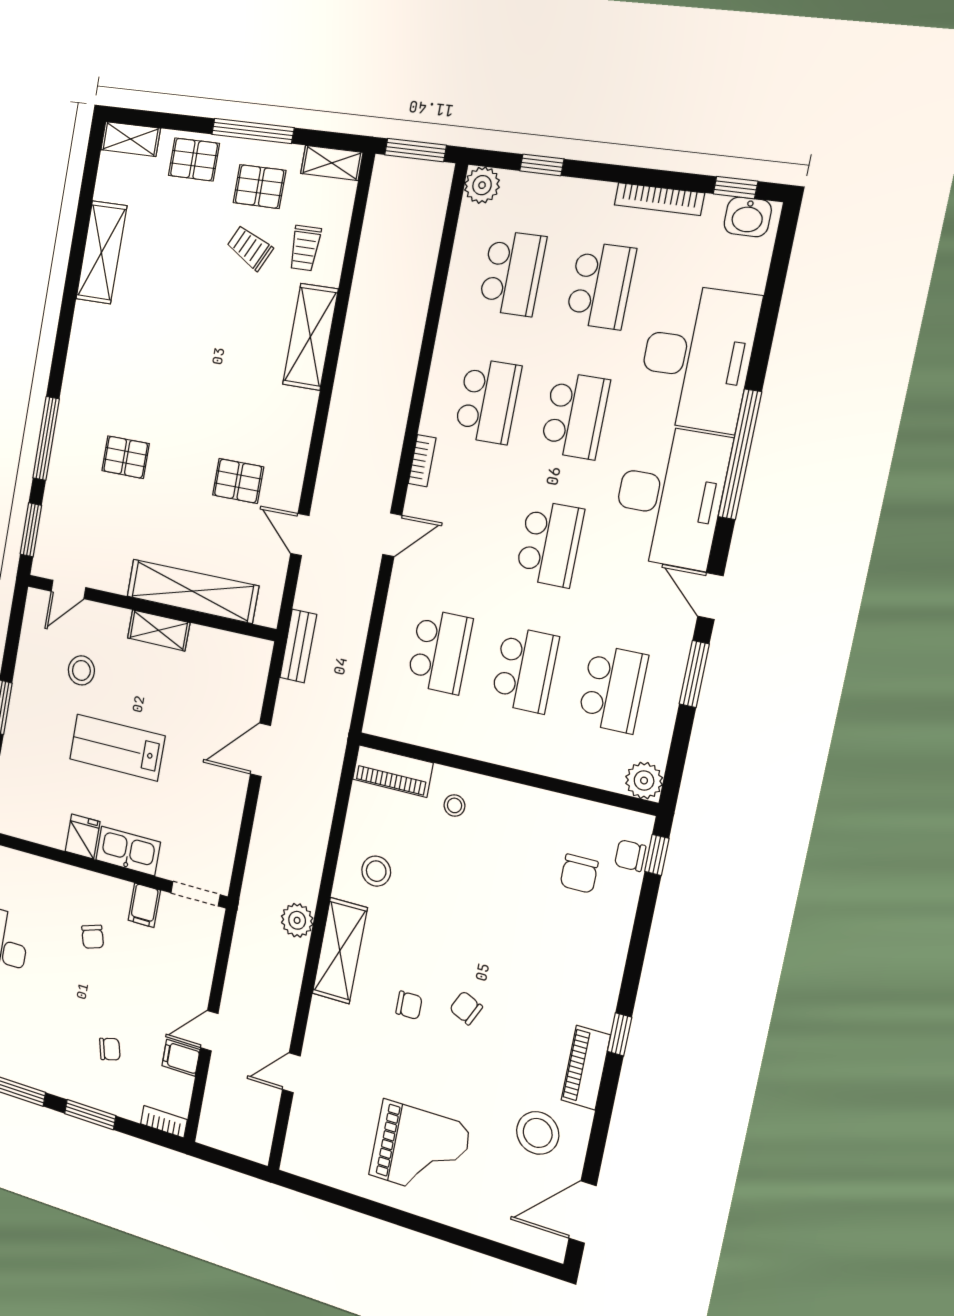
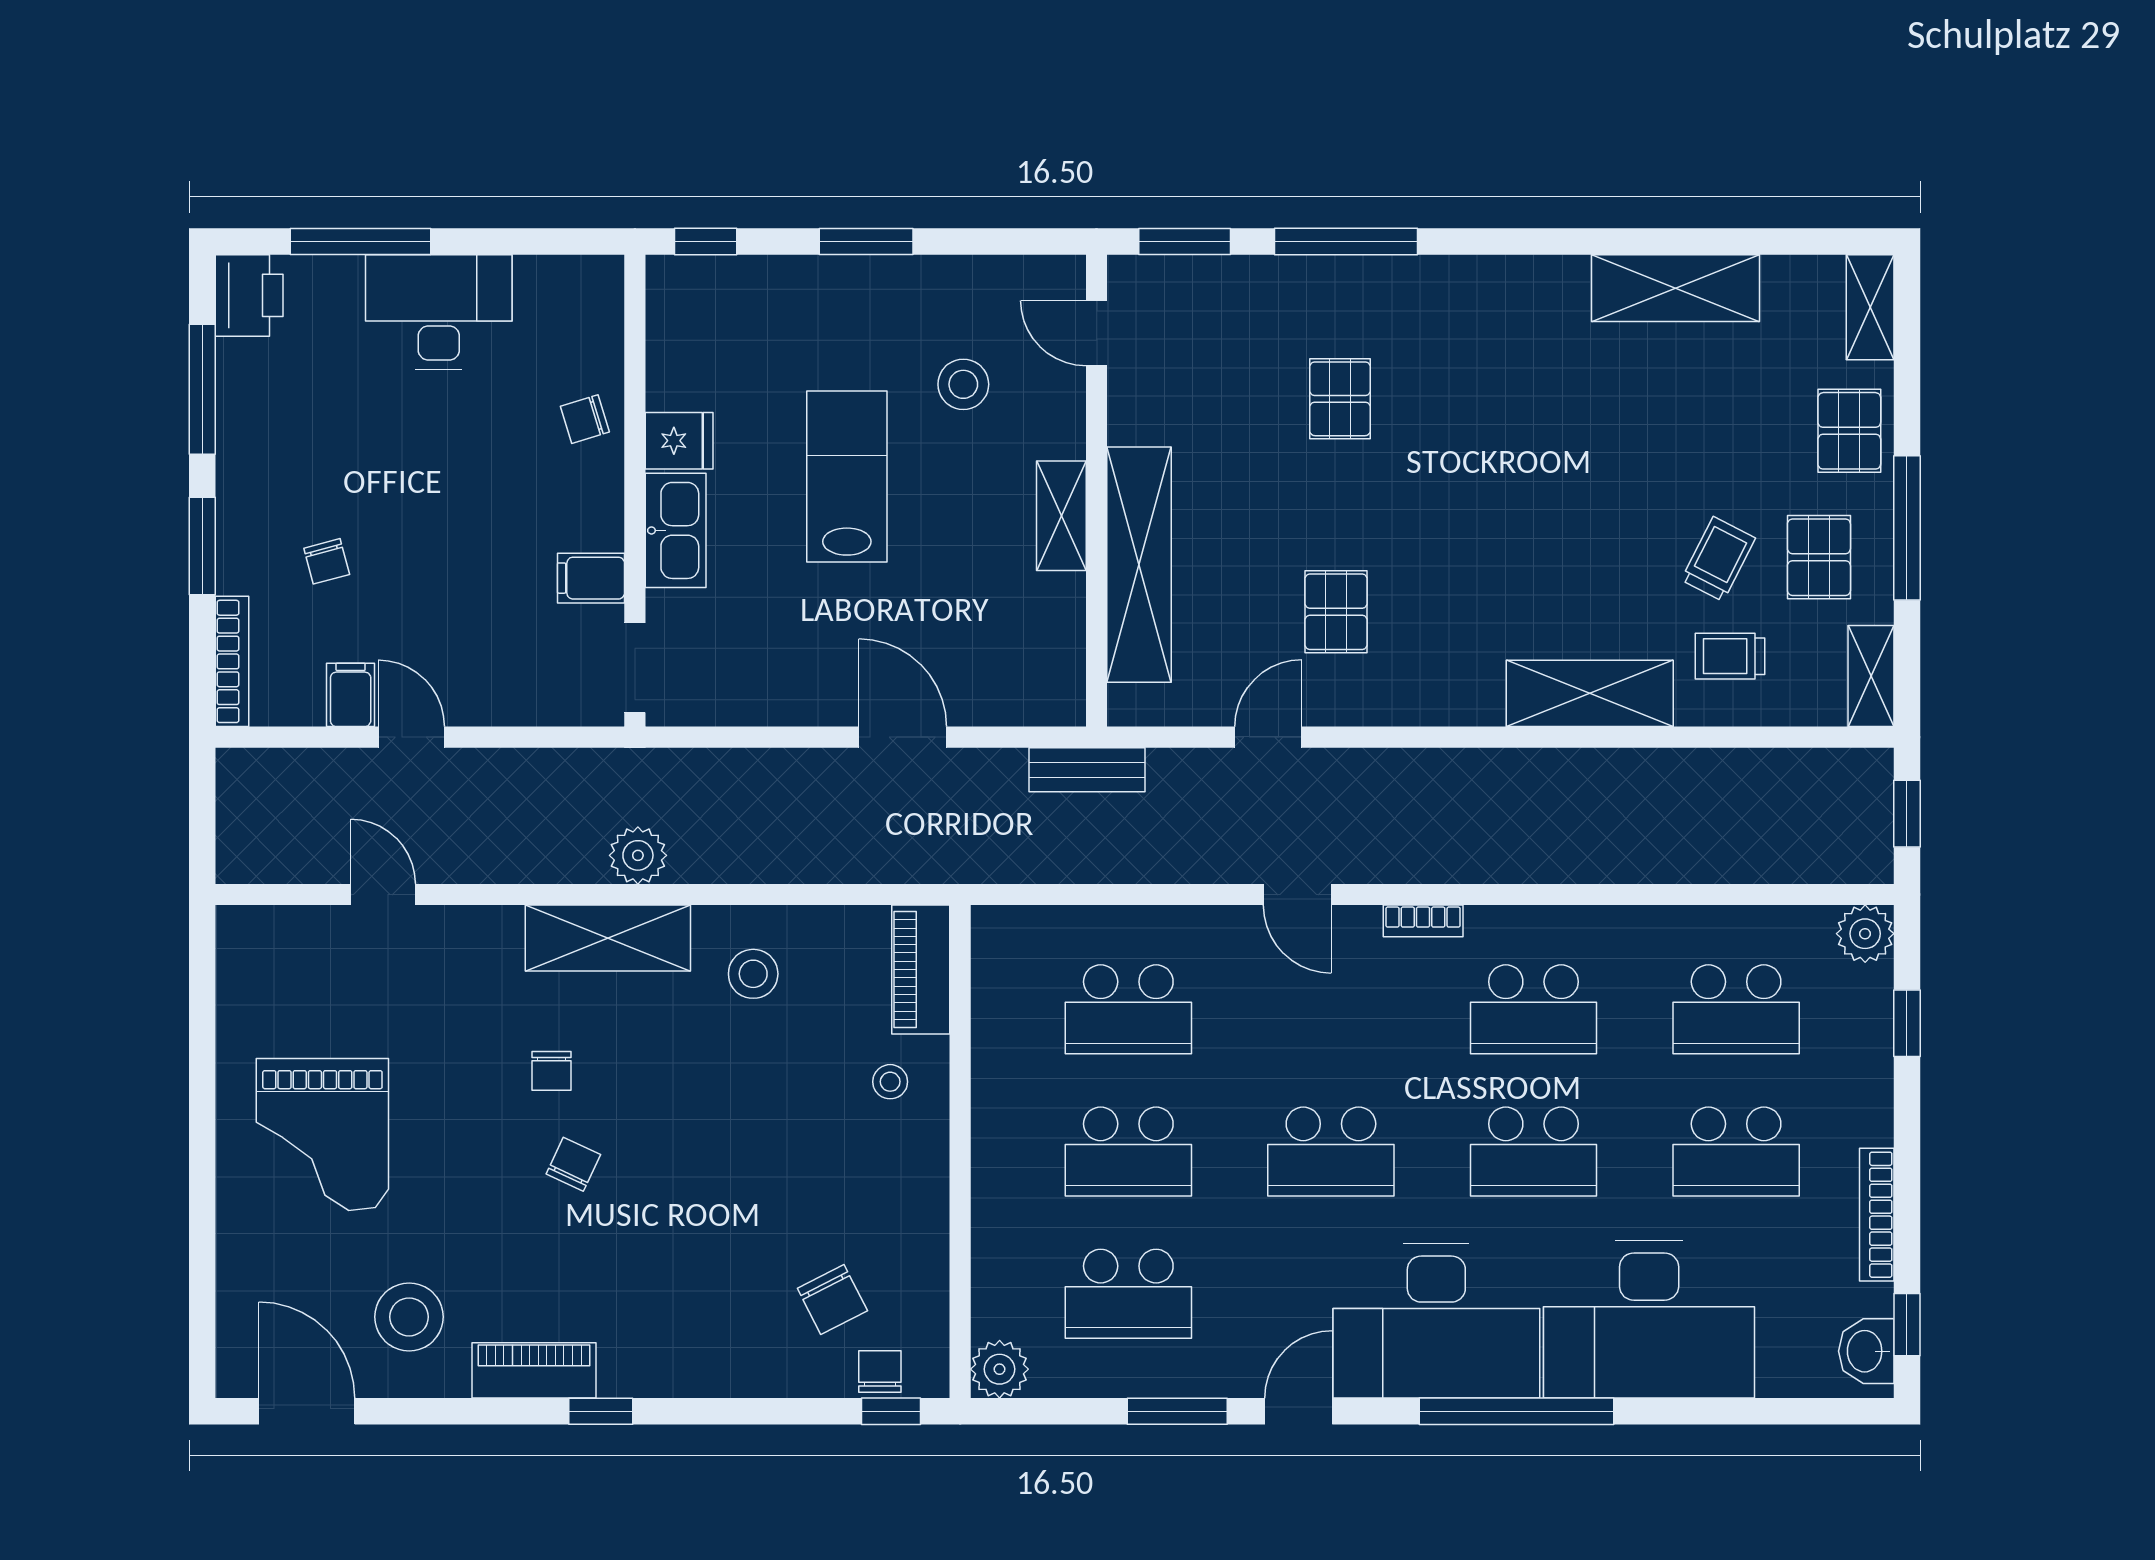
window: (415, 150) -> (1907, 814), width x0.67
chair: (579, 874) -> (832, 1300), turned -117
chair: (93, 937) -> (585, 419), moved
bookcase: (164, 1122) -> (232, 661), width x1.56

